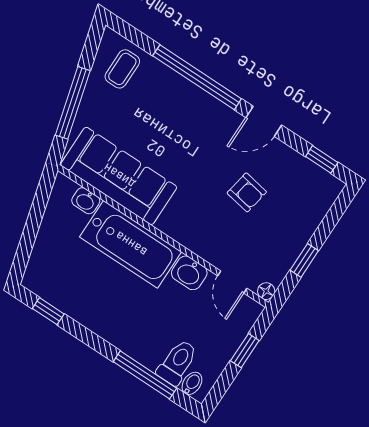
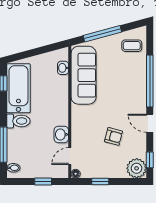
plant: (321, 189) -> (137, 168), added
armchair: (247, 192) -> (113, 136), turned -85
bathtub: (131, 244) -> (18, 88), moved, turned 180
toilet: (177, 362) -> (18, 121), moved

